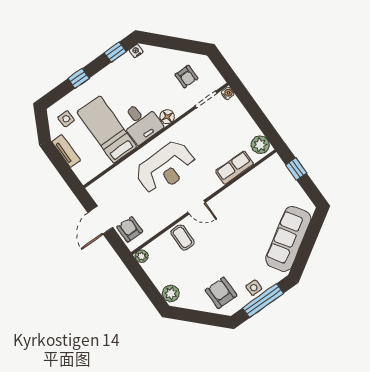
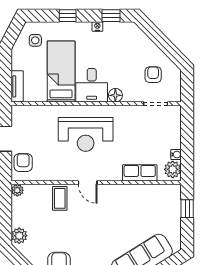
nightstand: (136, 51) -> (97, 27), moved
armchair: (186, 76) -> (153, 75), turned 180
water cooler: (228, 93) -> (176, 155), moved
tv unit: (66, 151) -> (17, 86), moved

